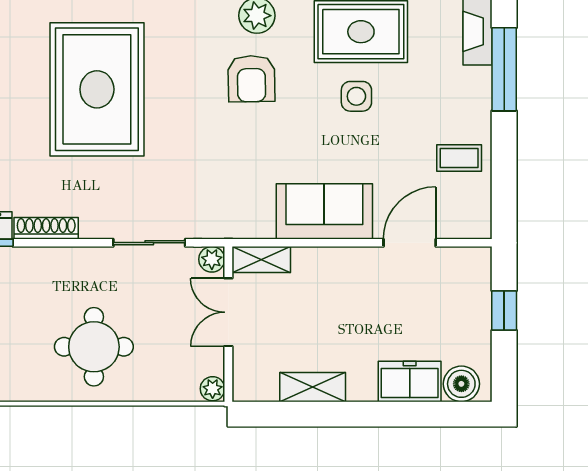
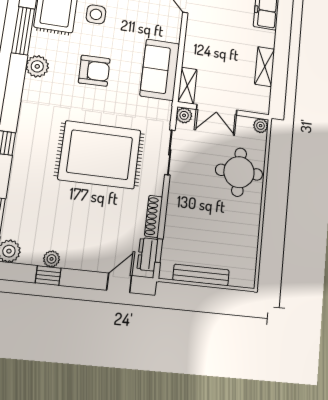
armchair: (251, 79) -> (94, 71), moved
rug: (97, 89) -> (100, 155), moved
sofa: (324, 211) -> (160, 70), moved
round table: (94, 347) -> (239, 172), moved

